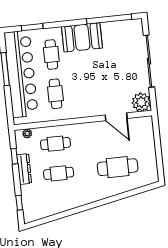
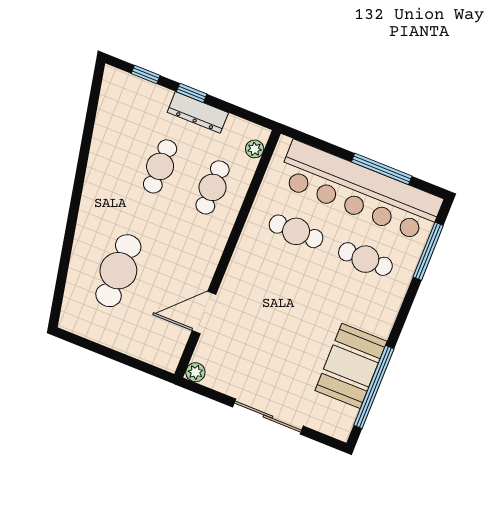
window: (32, 27) -> (428, 251), width x1.44
booth: (82, 37) -> (351, 366), moved
sliding door: (149, 61) -> (268, 417), width x0.73
plant: (141, 102) -> (195, 372), width x0.53, depth x0.53
window: (14, 156) -> (192, 93), moved

